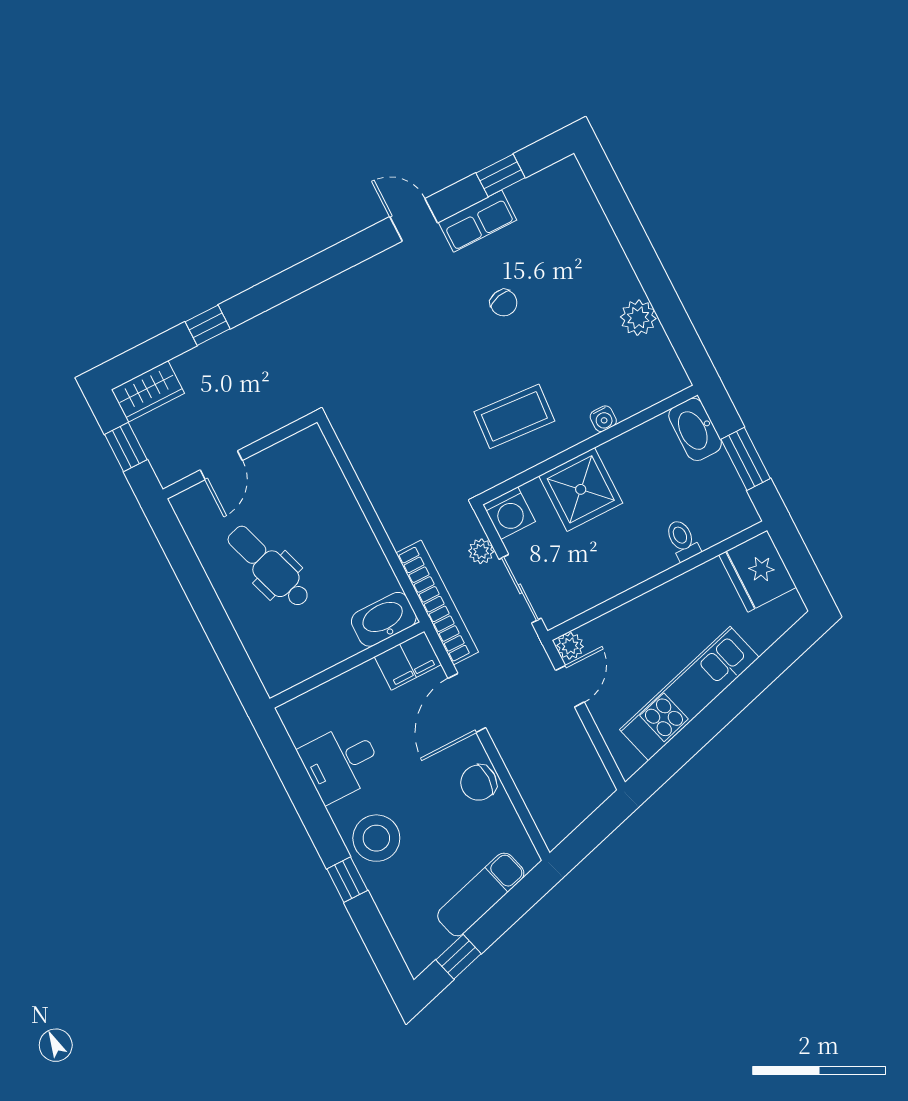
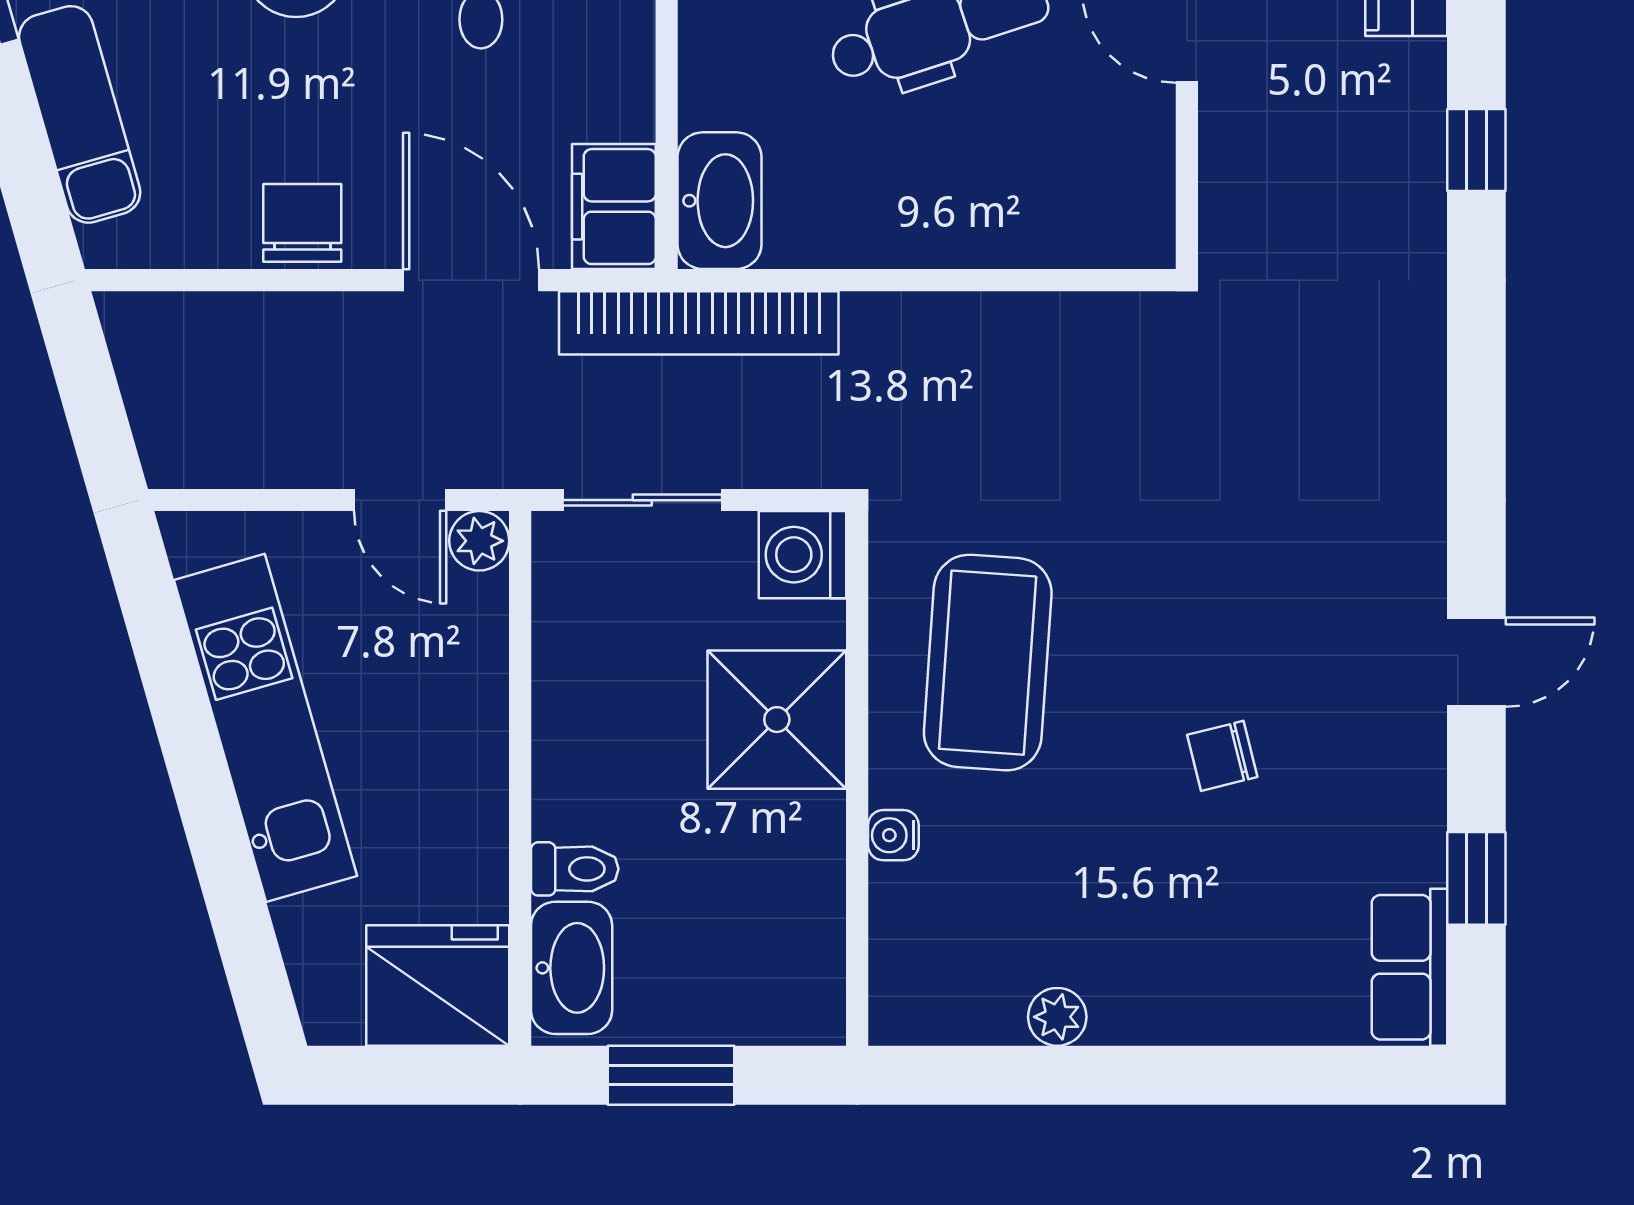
row of seats: (478, 221) -> (1409, 967), moved
plant: (638, 318) -> (1057, 1017), width x0.73, depth x0.73
coffee table: (514, 416) -> (988, 663), width x1.36, depth x1.32
washbasin: (695, 429) -> (572, 968), moved, turned 90
plant: (481, 551) -> (755, 461), removed

